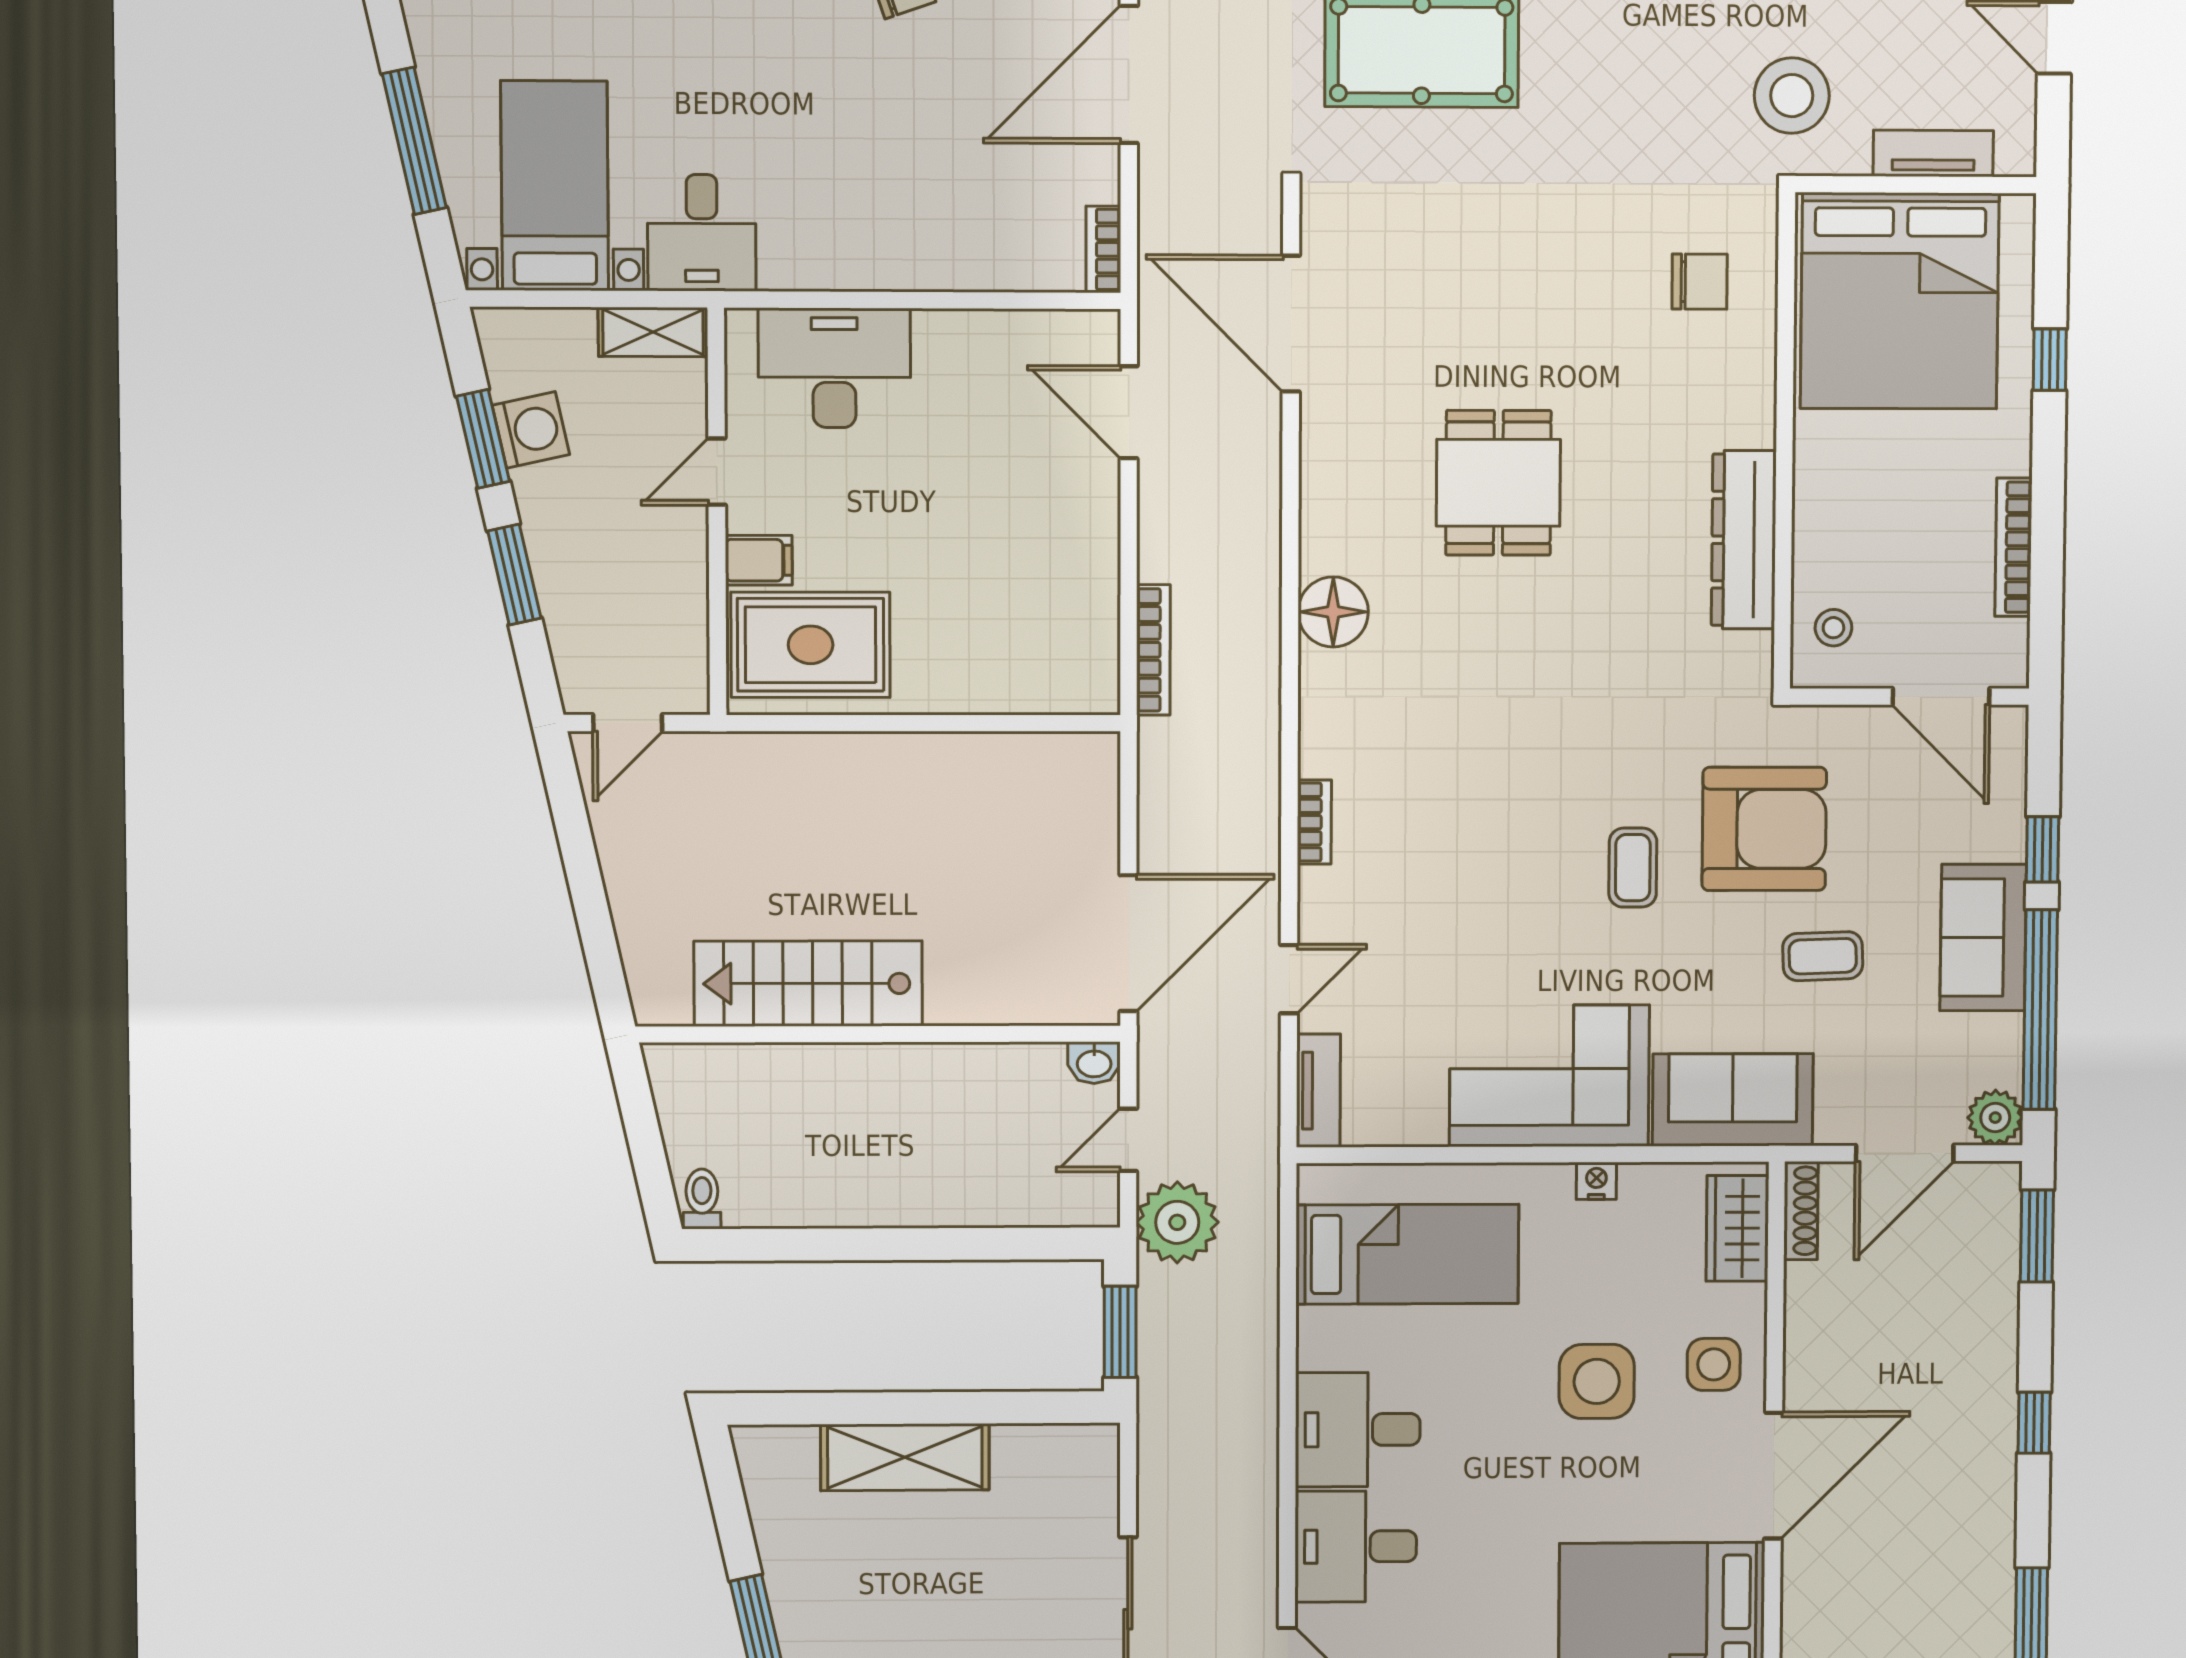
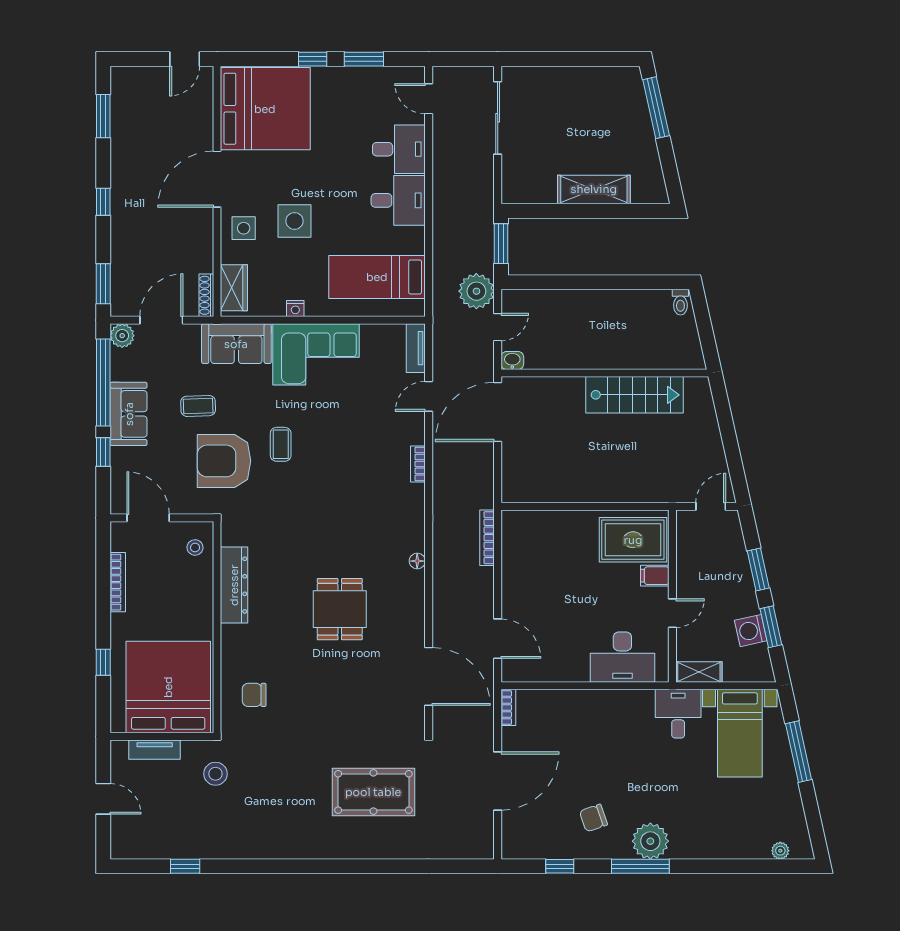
stool: (1792, 96) -> (215, 774), width x0.73, depth x0.73
floor lamp: (1333, 612) -> (417, 561), width x0.53, depth x0.53

